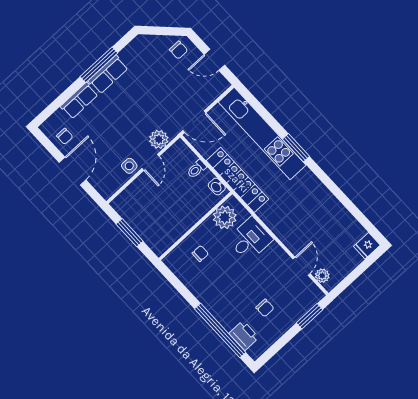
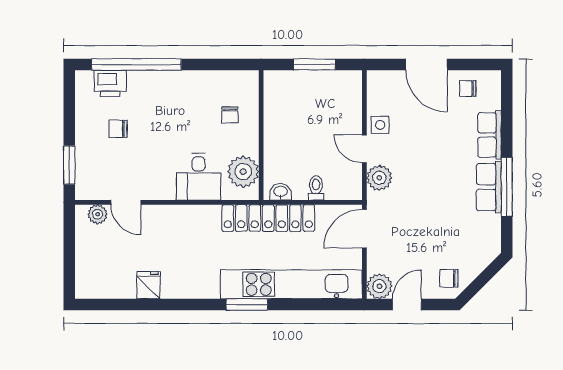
plant: (218, 84) -> (379, 286), added
fridge: (367, 246) -> (148, 285), moved

